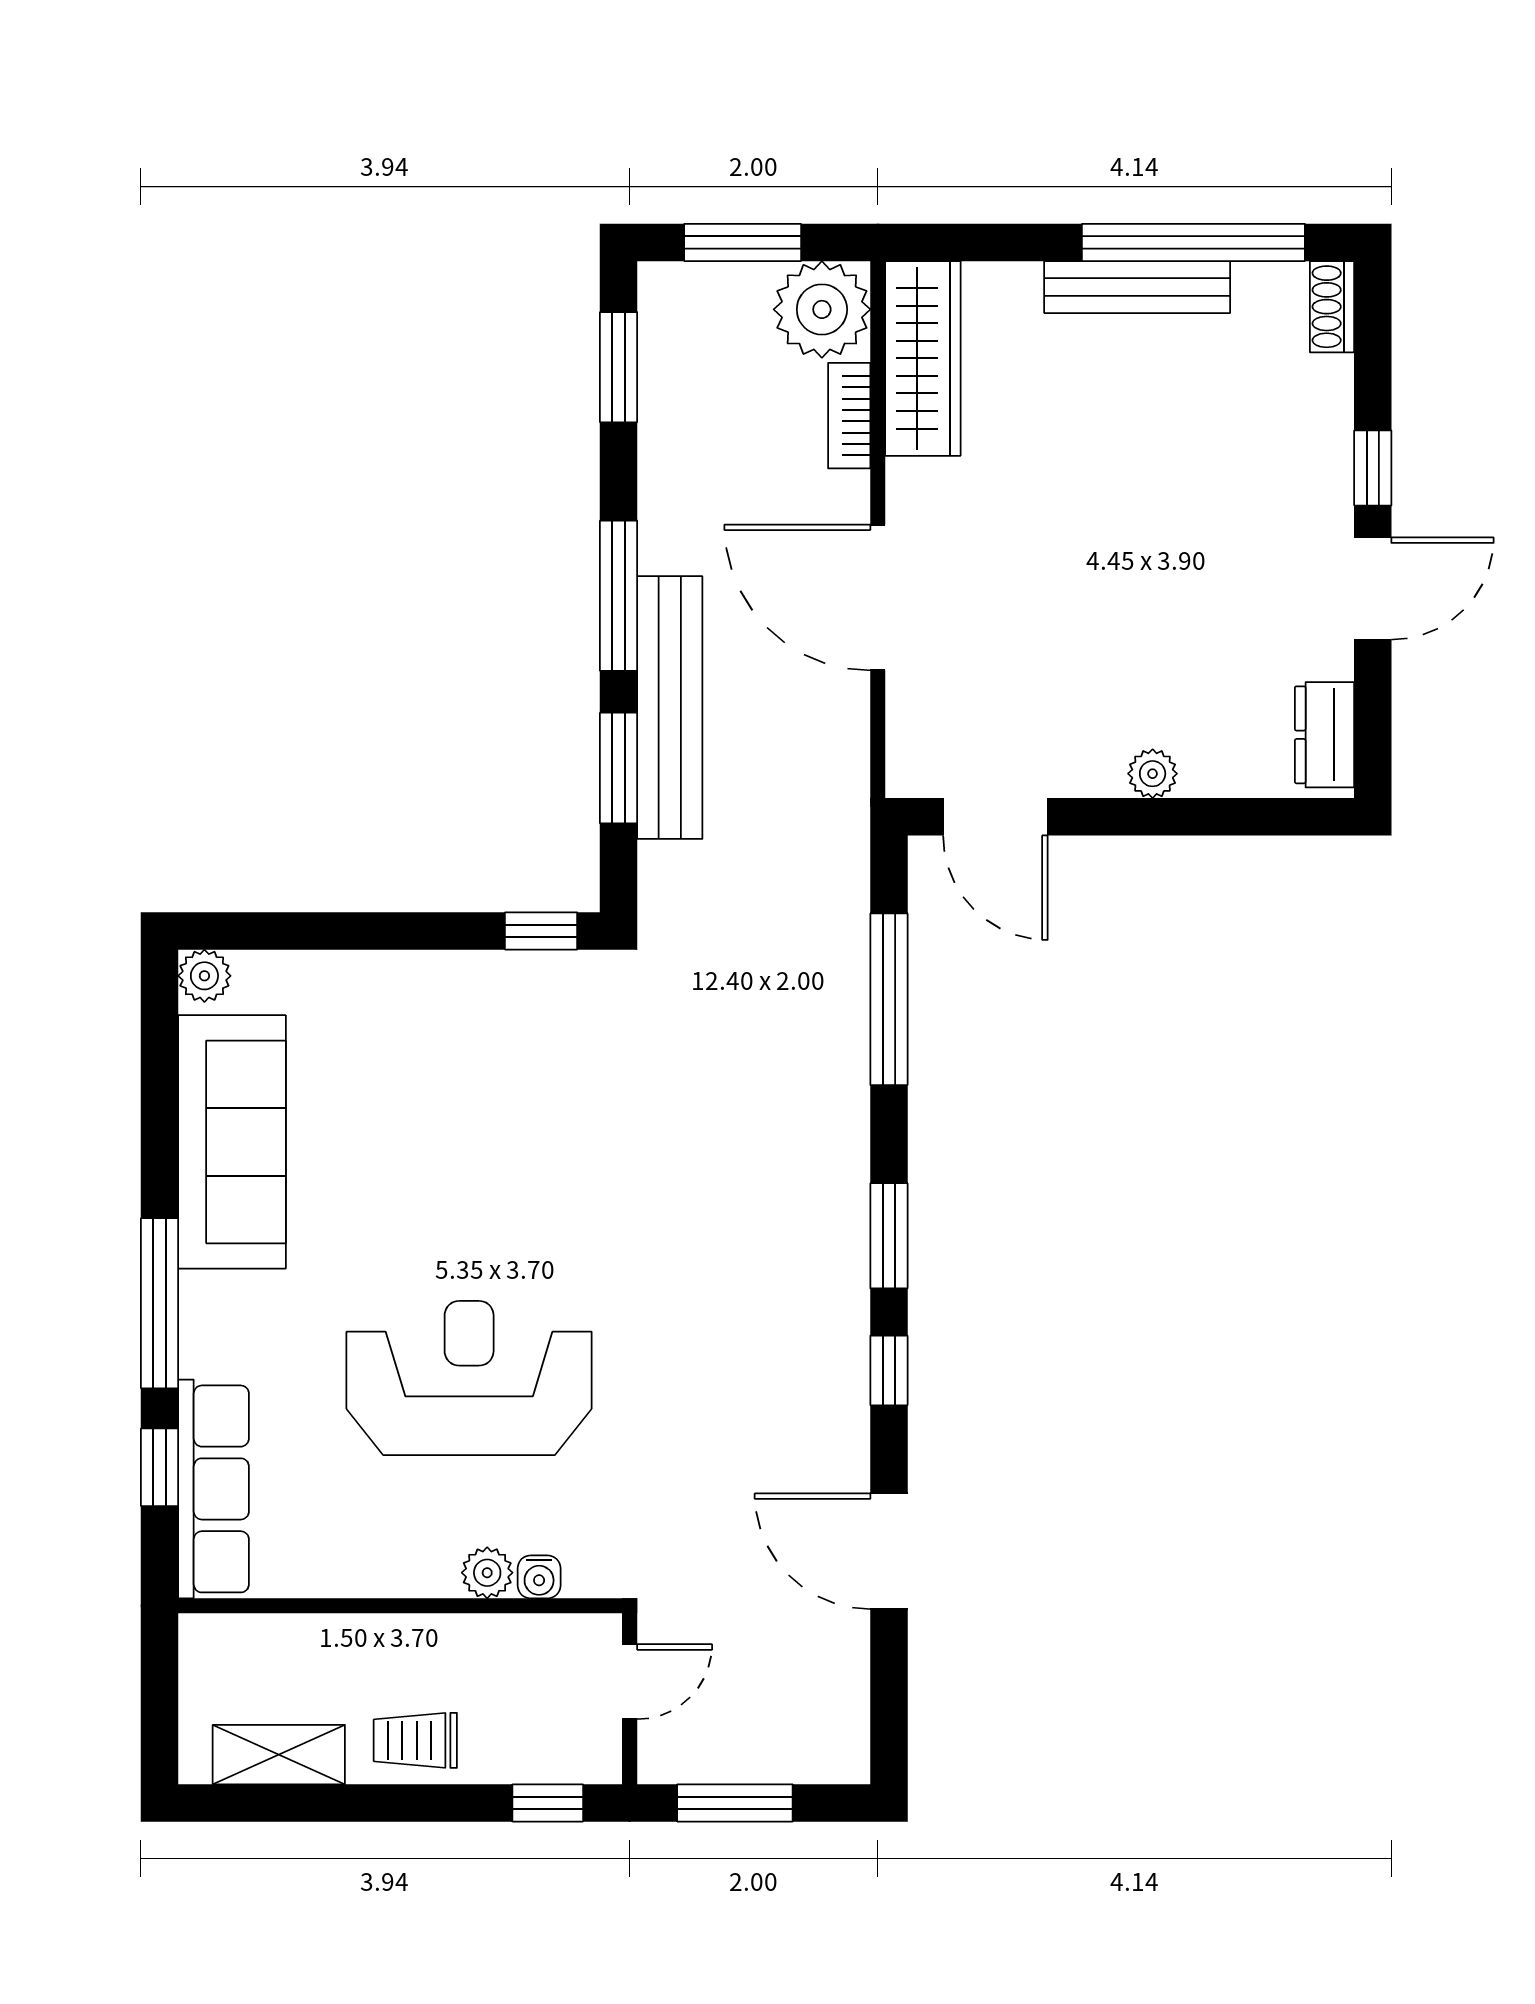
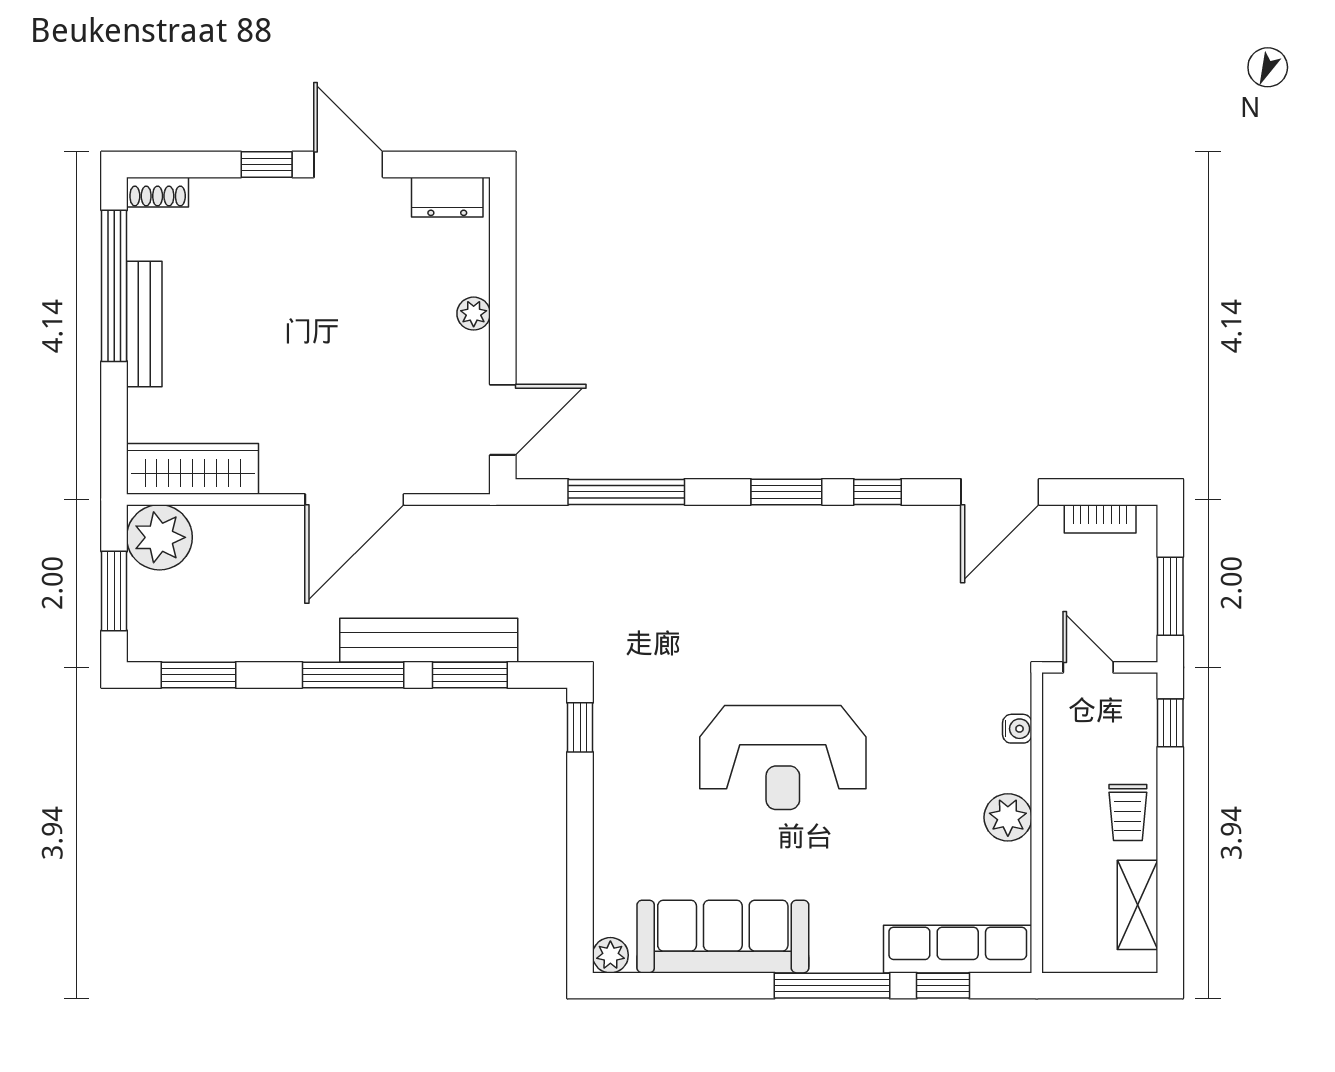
bookcase: (849, 416) -> (1100, 519), moved
reception desk: (469, 1378) -> (783, 758), moved, turned -90
plant: (487, 1573) -> (1008, 817), moved, width x1.38, depth x1.38

